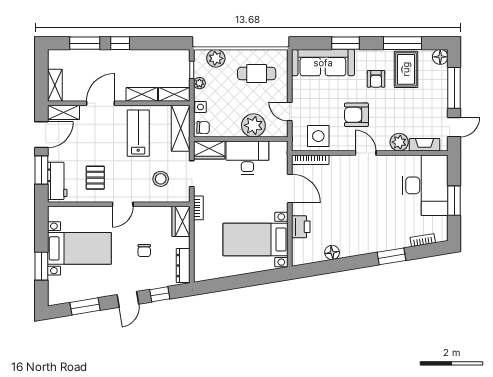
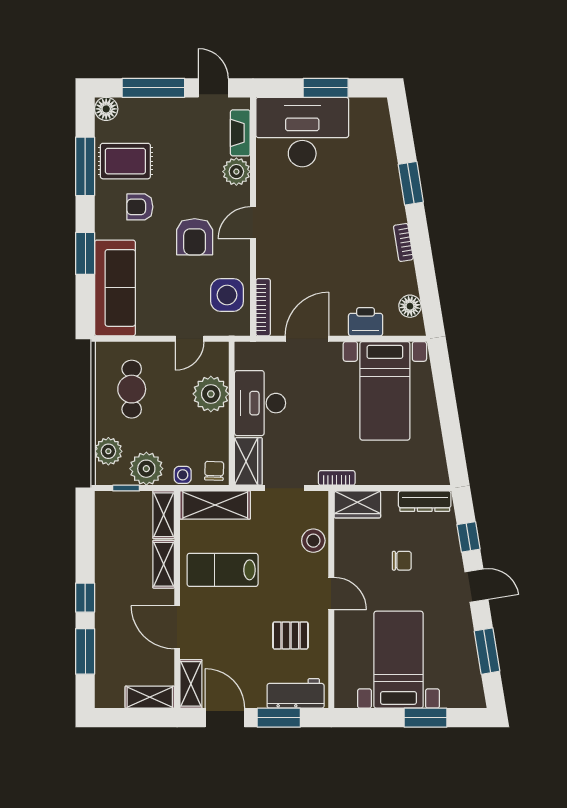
armchair: (376, 79) -> (140, 207), turned 180
plant: (199, 83) -> (146, 469), width x1.87, depth x1.87
stool: (161, 179) -> (313, 541), moved
bookcase: (423, 240) -> (403, 242), moved
floor lamp: (332, 252) -> (410, 306), moved

